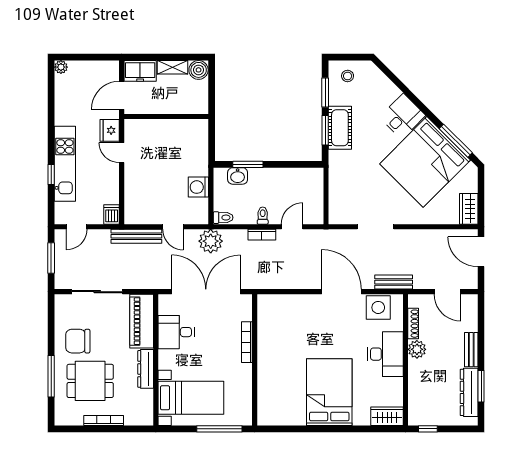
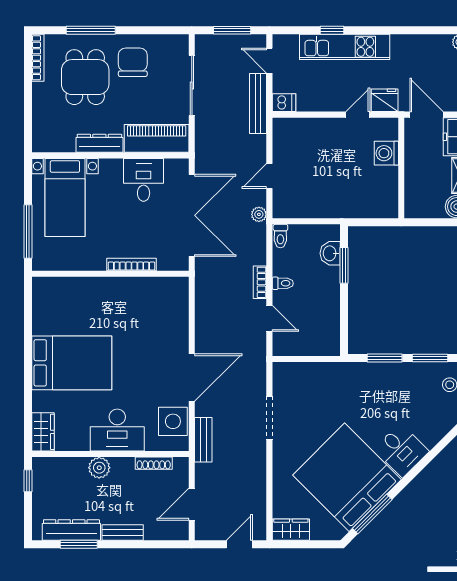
cot: (340, 128) -> (388, 376), removed
washing machine: (198, 187) -> (386, 153), moved, turned -90
bench: (136, 236) -> (258, 103), moved
plant: (211, 241) -> (259, 214), width x0.53, depth x0.53
door: (481, 252) -> (239, 544), width x0.73
plant: (417, 349) -> (99, 468), moved
bookcase: (104, 420) -> (38, 58), moved

